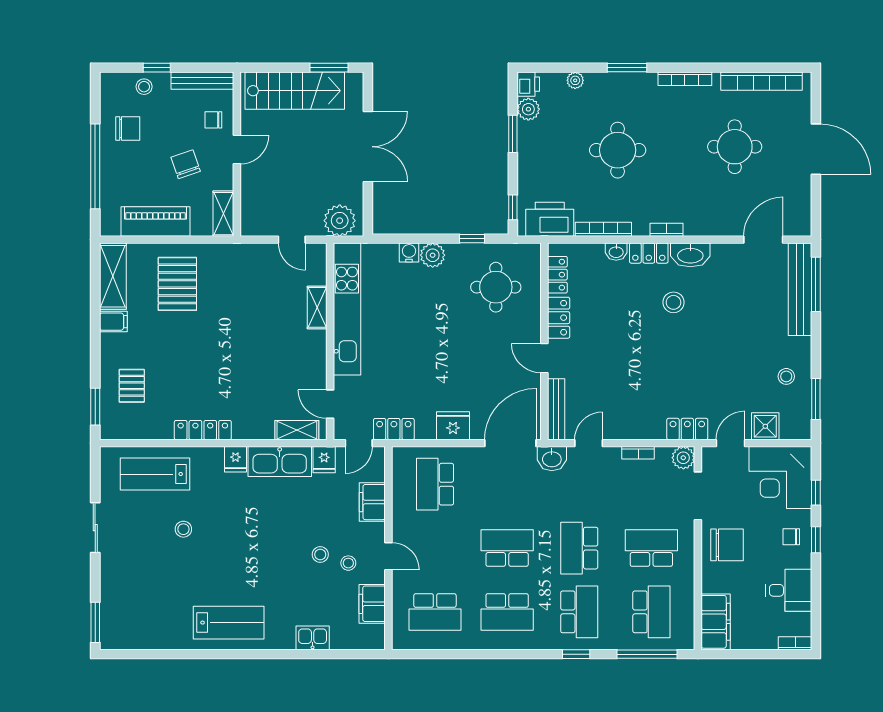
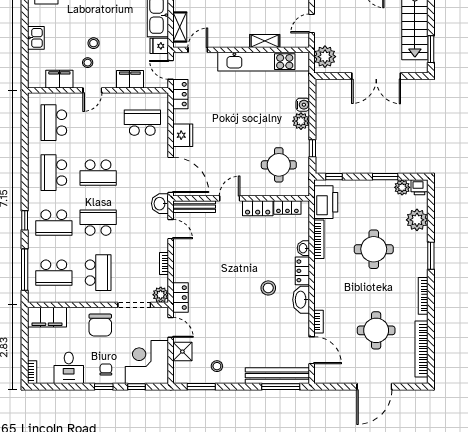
plant: (575, 80) -> (417, 220), width x1.88, depth x1.88
bookcase: (667, 230) -> (319, 322), moved
school desk: (507, 548) -> (98, 173), turned 90

